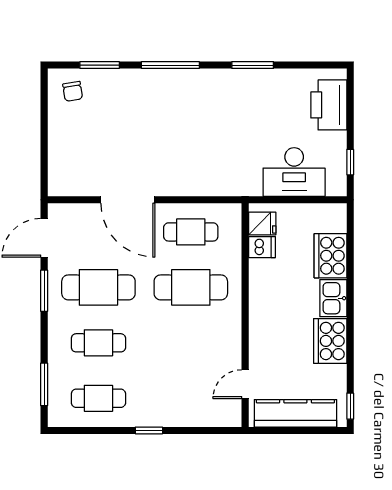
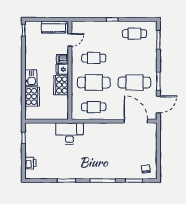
printer: (329, 105) -> (30, 163), width x0.53, depth x0.68
desk: (294, 172) -> (69, 133), moved
door: (128, 200) -> (136, 121), moved
fridge: (262, 223) -> (62, 69), moved
dishwasher: (262, 247) -> (62, 59), moved
cooker: (330, 341) -> (61, 85), moved, turned 180
cafe table: (98, 343) -> (94, 58), moved
kitchen counter: (295, 413) -> (54, 27), width x0.67

